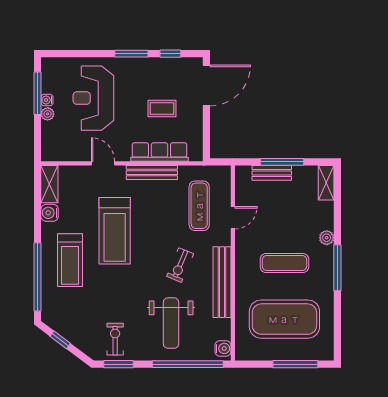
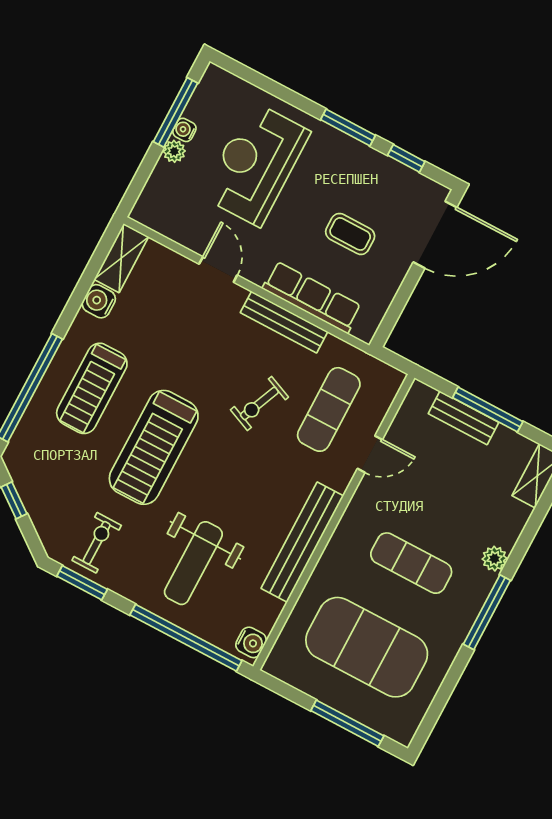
treadmill: (115, 231) -> (154, 447), moved
exercise bike: (180, 265) -> (259, 403), moved

